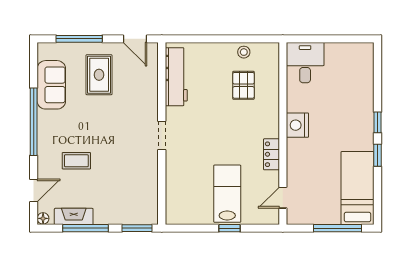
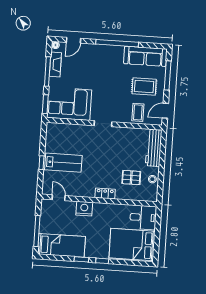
workbench: (176, 77) -> (154, 148), moved, turned 90
bed: (349, 77) -> (132, 245), added
sofa: (51, 85) -> (145, 56), width x1.36
nightstand: (297, 125) -> (84, 209), moved
locker: (271, 154) -> (105, 194), moved
coffee table: (76, 161) -> (138, 112), moved
door: (34, 191) -> (74, 40), hinge flipped
corner sofa: (134, 191) -> (69, 104), added

